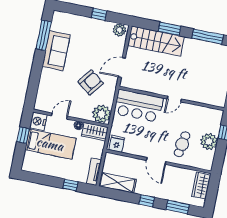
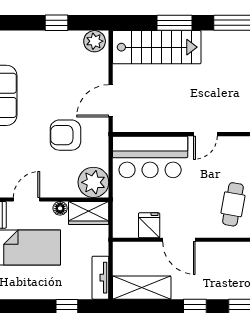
armchair: (91, 82) -> (65, 135), turned -127
fridge: (117, 144) -> (149, 225), moved
door: (156, 161) -> (179, 240), moved

